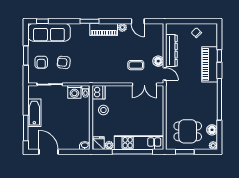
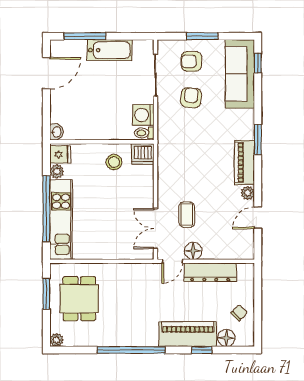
floor lamp: (212, 130) -> (226, 338), moved

